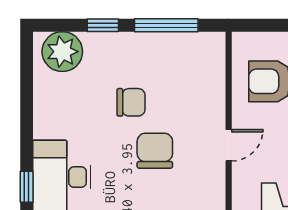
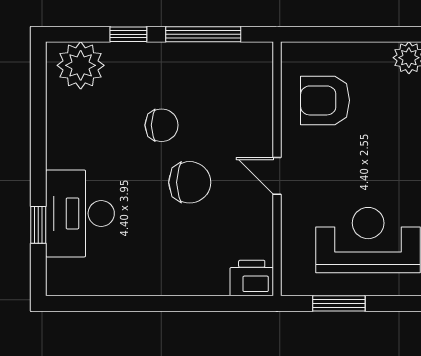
door: (229, 145) -> (277, 176), swing flipped
chair: (155, 151) -> (190, 182), turned 90

